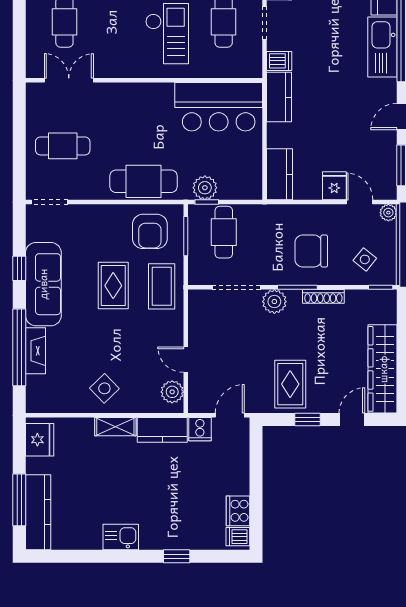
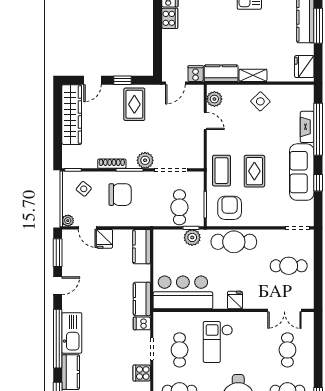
fridge: (142, 95) -> (235, 300), added

